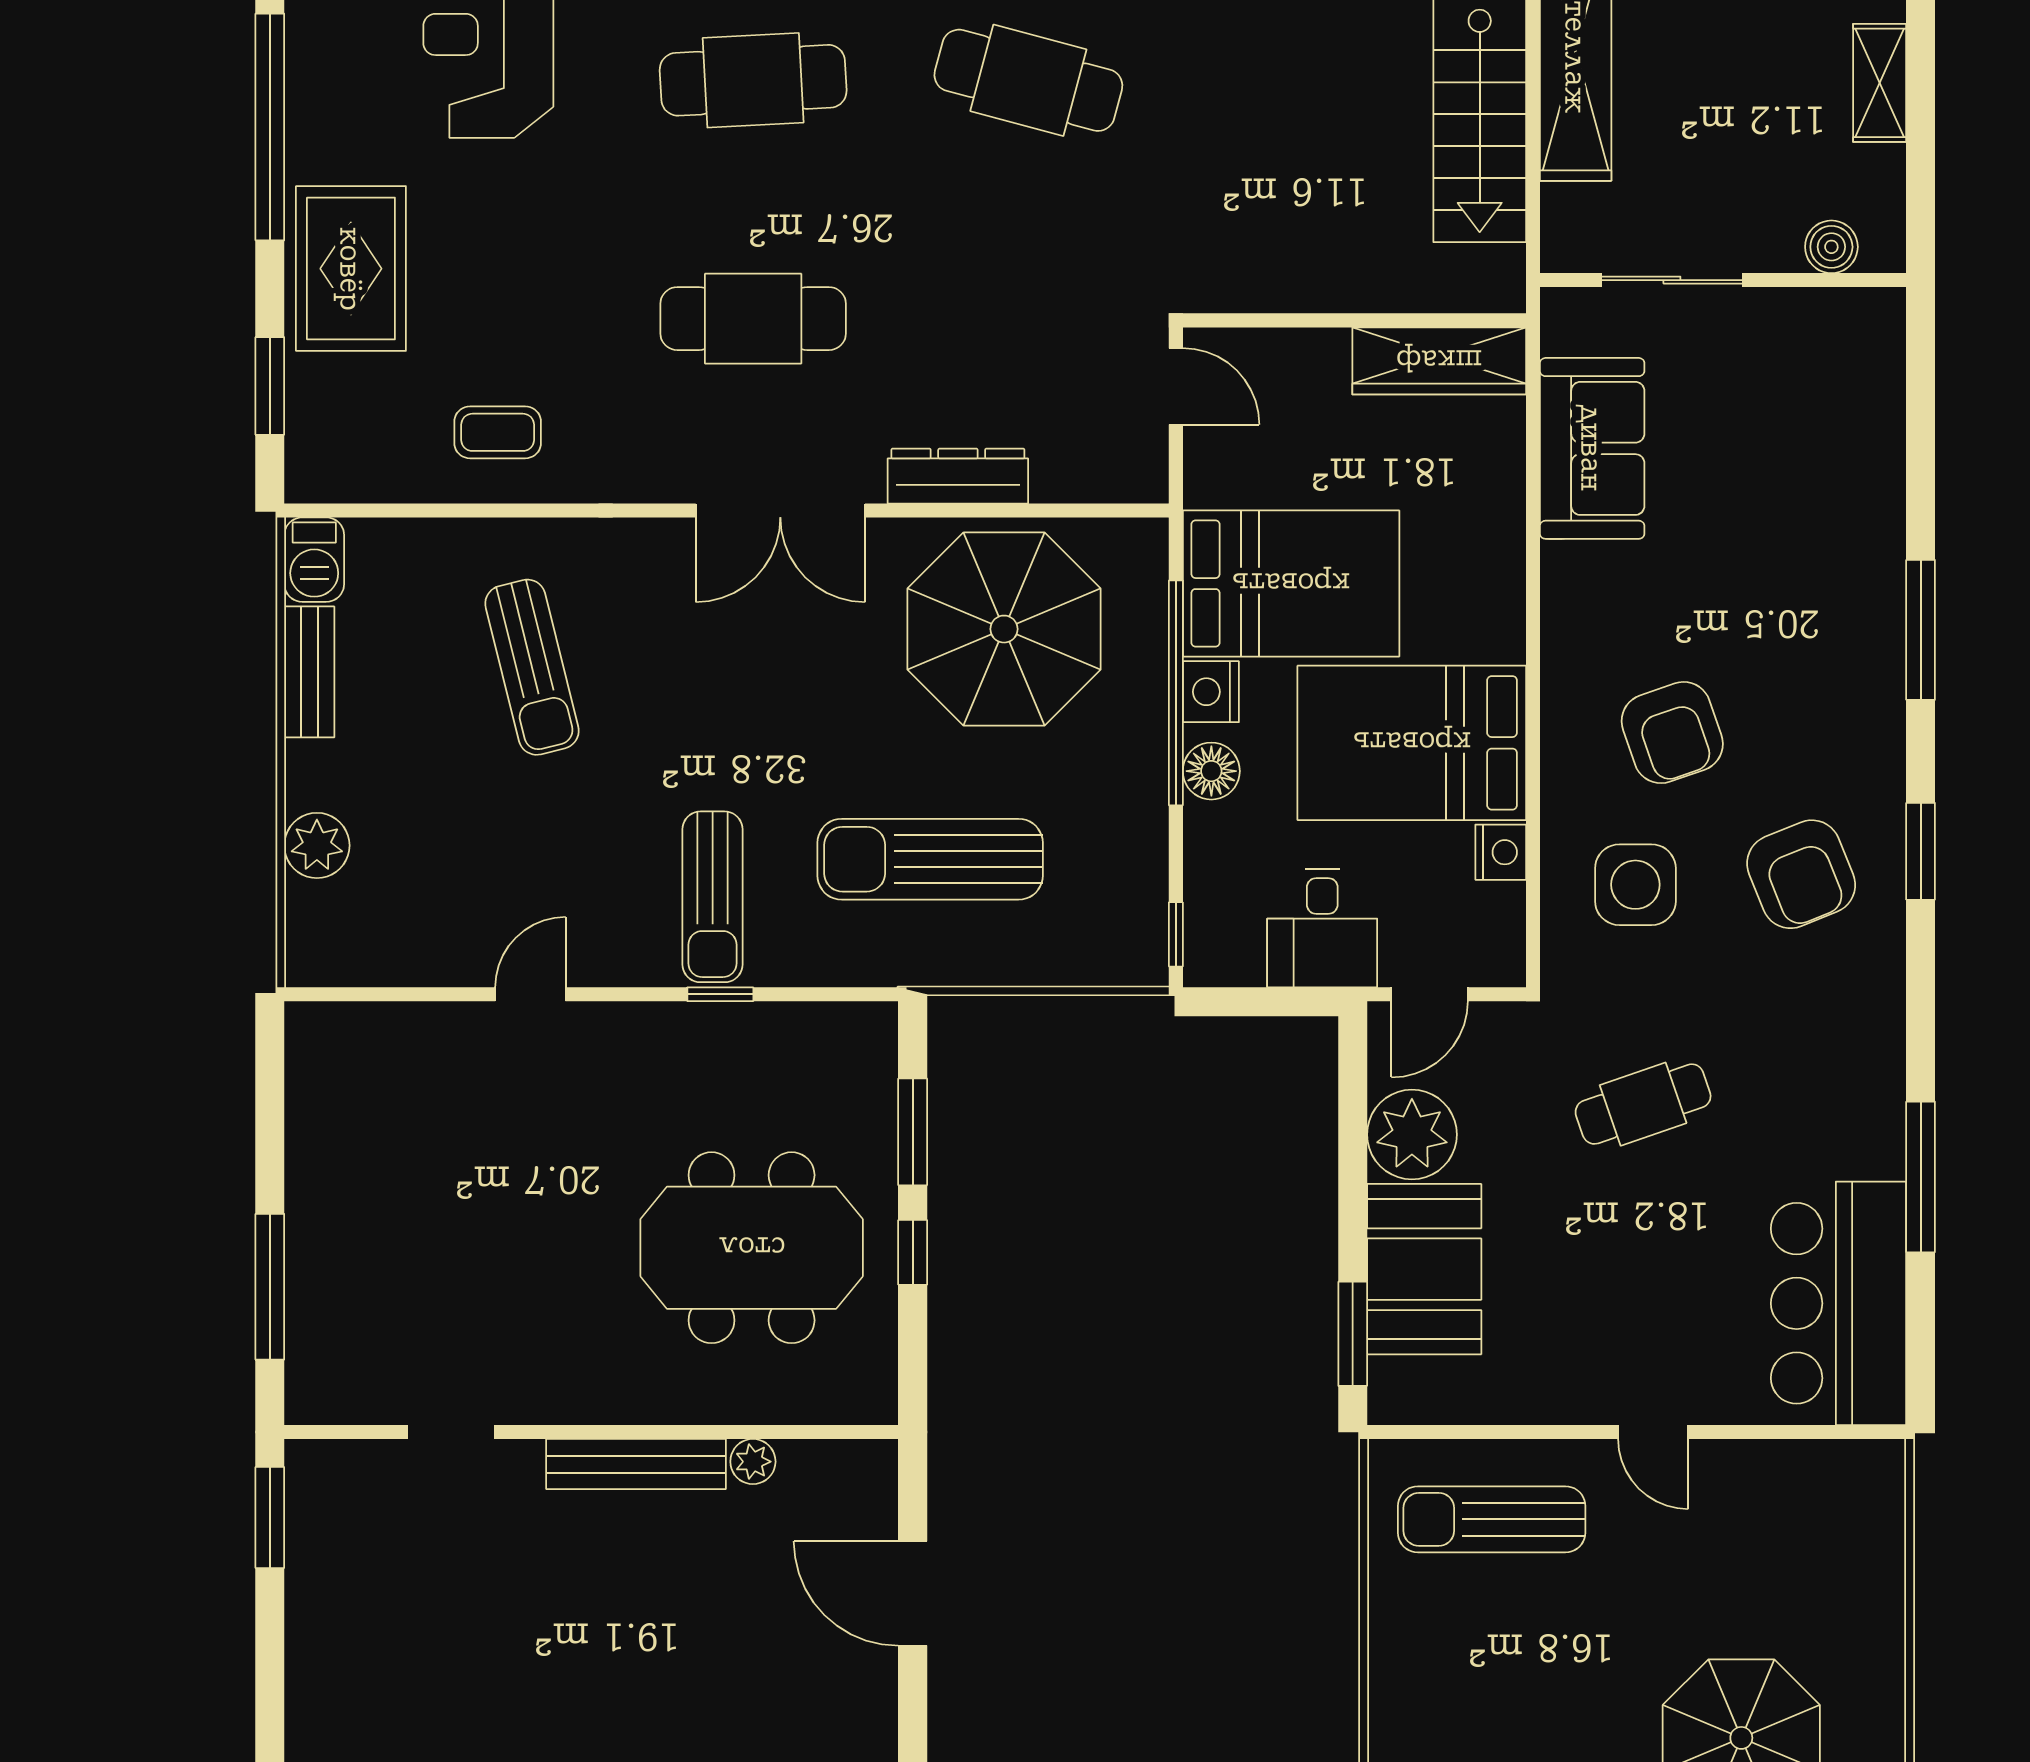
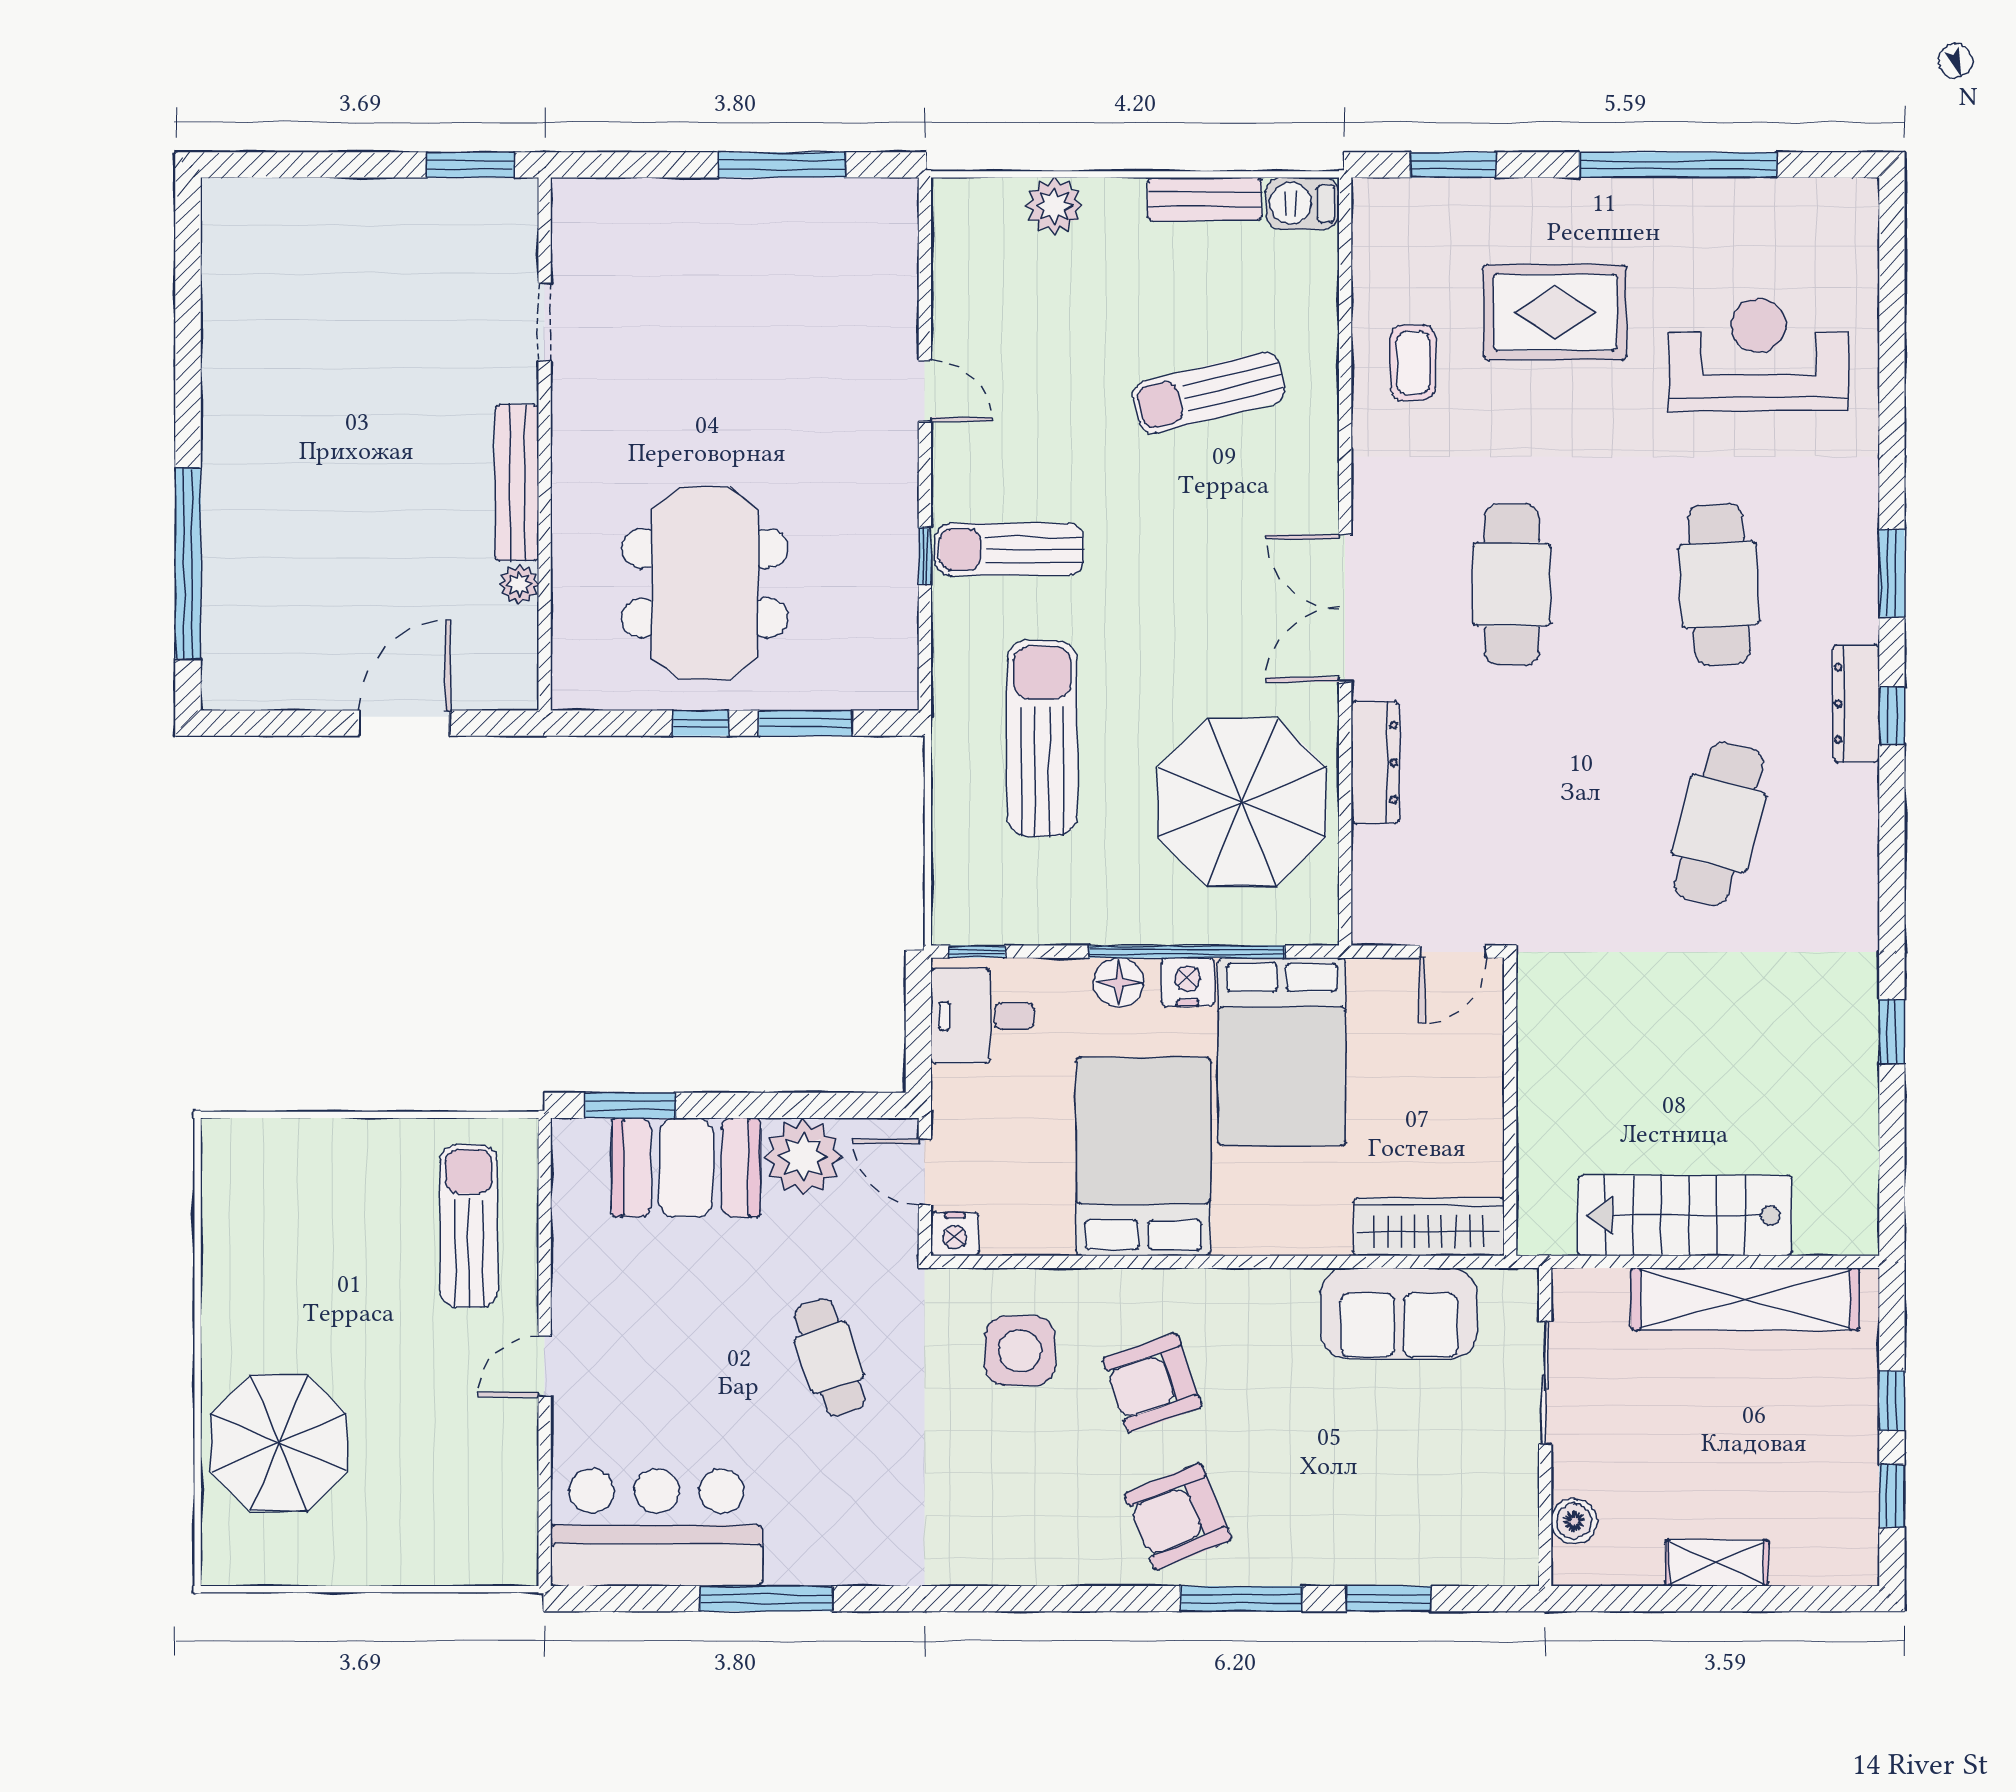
rug: (351, 269) -> (1555, 312), moved
wardrobe: (1439, 361) -> (1429, 1227), moved, turned 90
window: (1921, 851) -> (1389, 1599), moved
nightstand: (1501, 852) -> (955, 1234), moved
armchair: (1801, 874) -> (1178, 1517), moved
desk: (1322, 928) -> (982, 1016), moved
window: (270, 1287) -> (782, 165), moved

